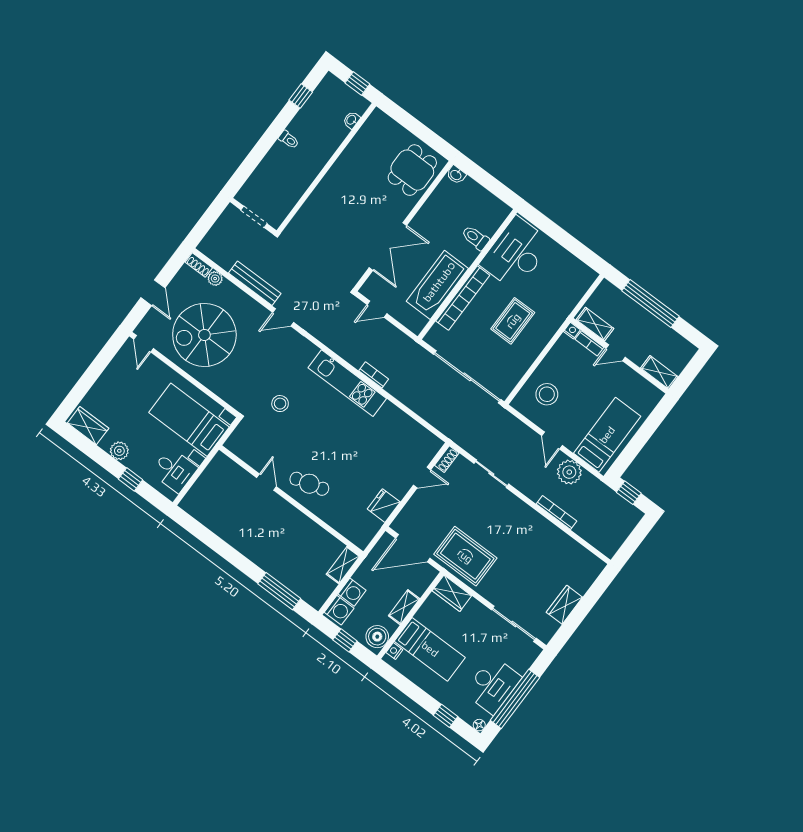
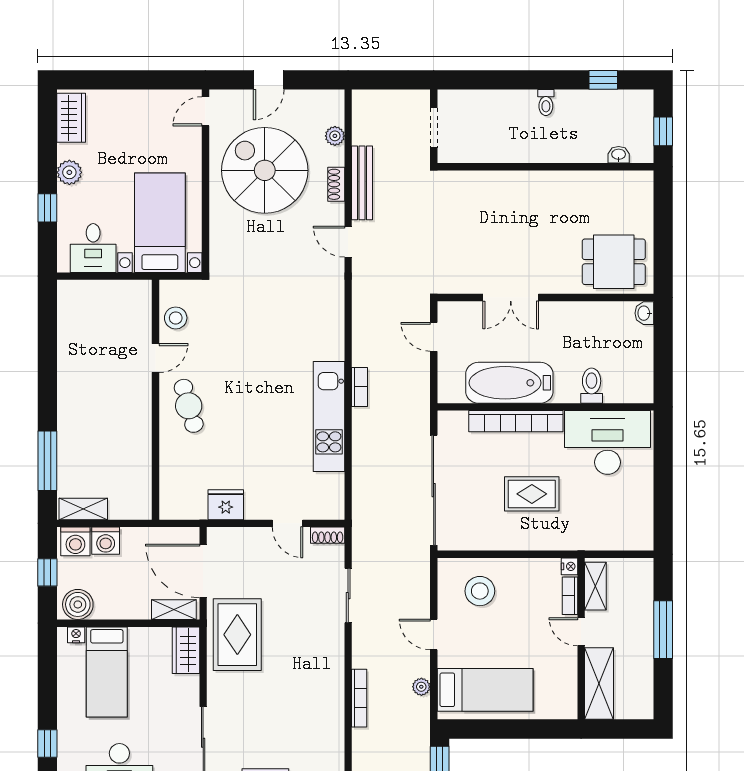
double door: (388, 246) -> (511, 298), width x0.73
shoe rack: (199, 265) -> (336, 184), moved
window: (651, 304) -> (663, 630), width x0.68
shelving: (659, 372) -> (599, 684), width x1.50, depth x1.33
kitchen unit: (347, 383) -> (329, 416), moved
stool: (280, 404) -> (176, 318), moved
door: (552, 441) -> (434, 634), hinge flipped
plant: (569, 472) -> (421, 687), width x0.53, depth x0.53
shelving: (343, 565) -> (83, 509), moved
shelving: (404, 607) -> (174, 610), moved

